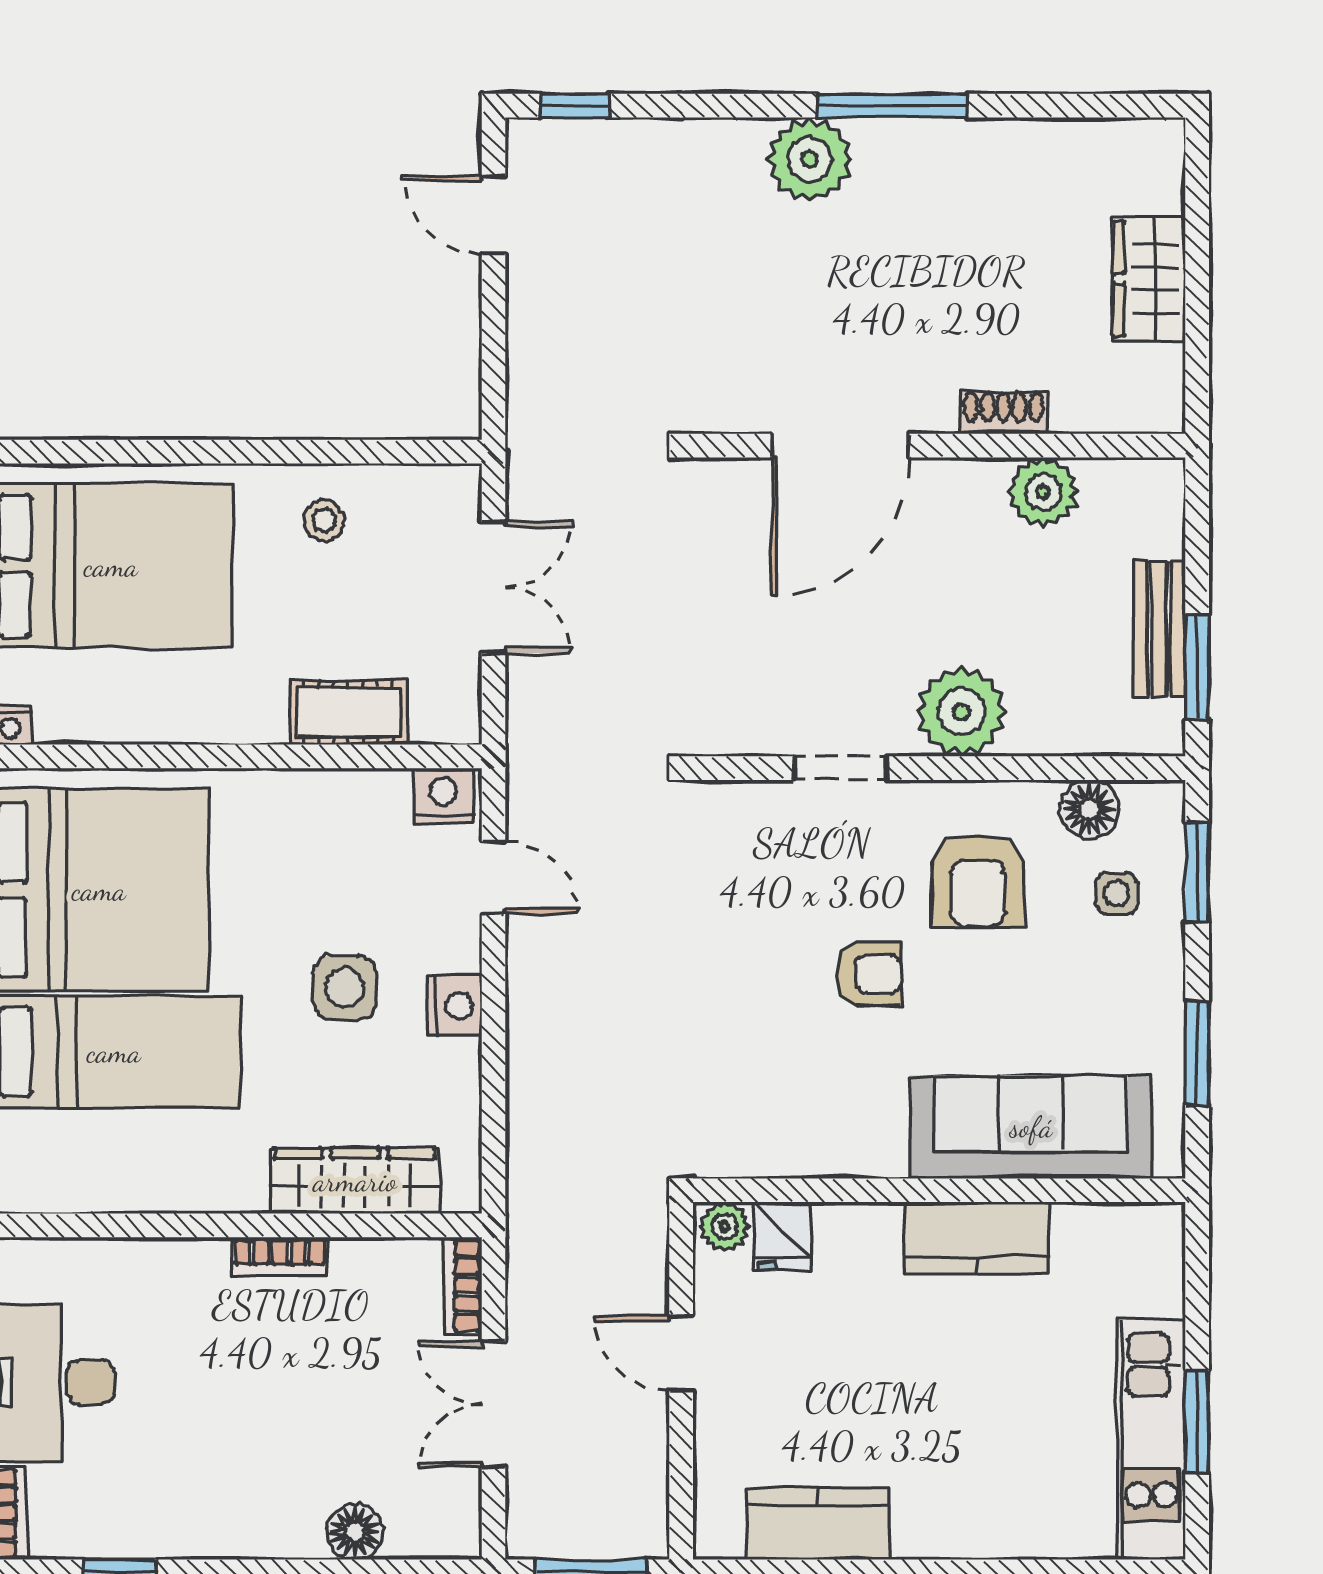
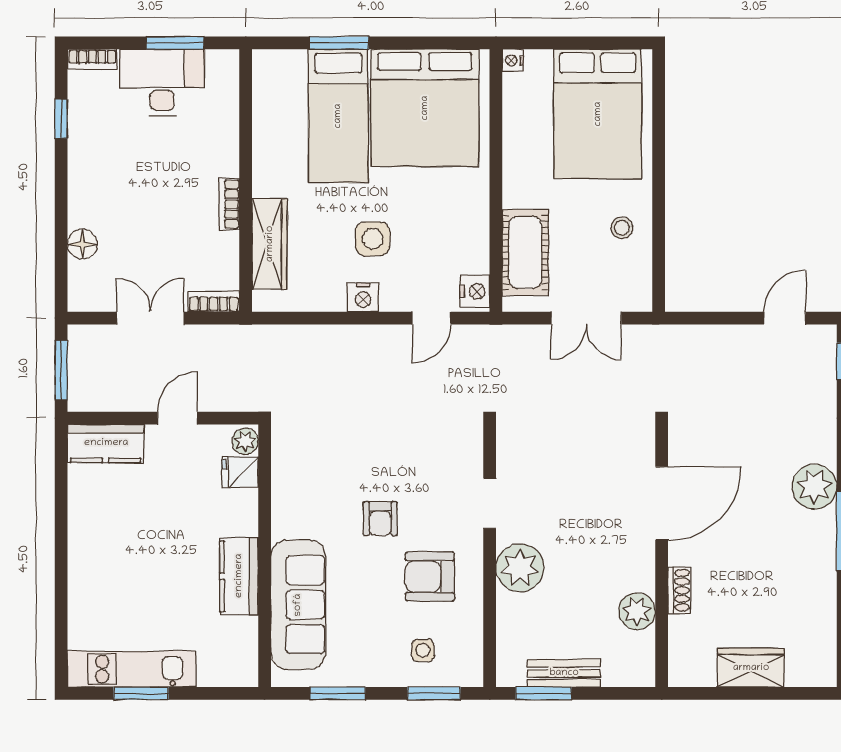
door: (841, 446) -> (662, 503), swing flipped
cot: (348, 712) -> (525, 252), width x1.37, depth x1.34
floor lamp: (1089, 809) -> (468, 636), removed
kitchen counter: (818, 1524) -> (106, 443), moved, turned 90

